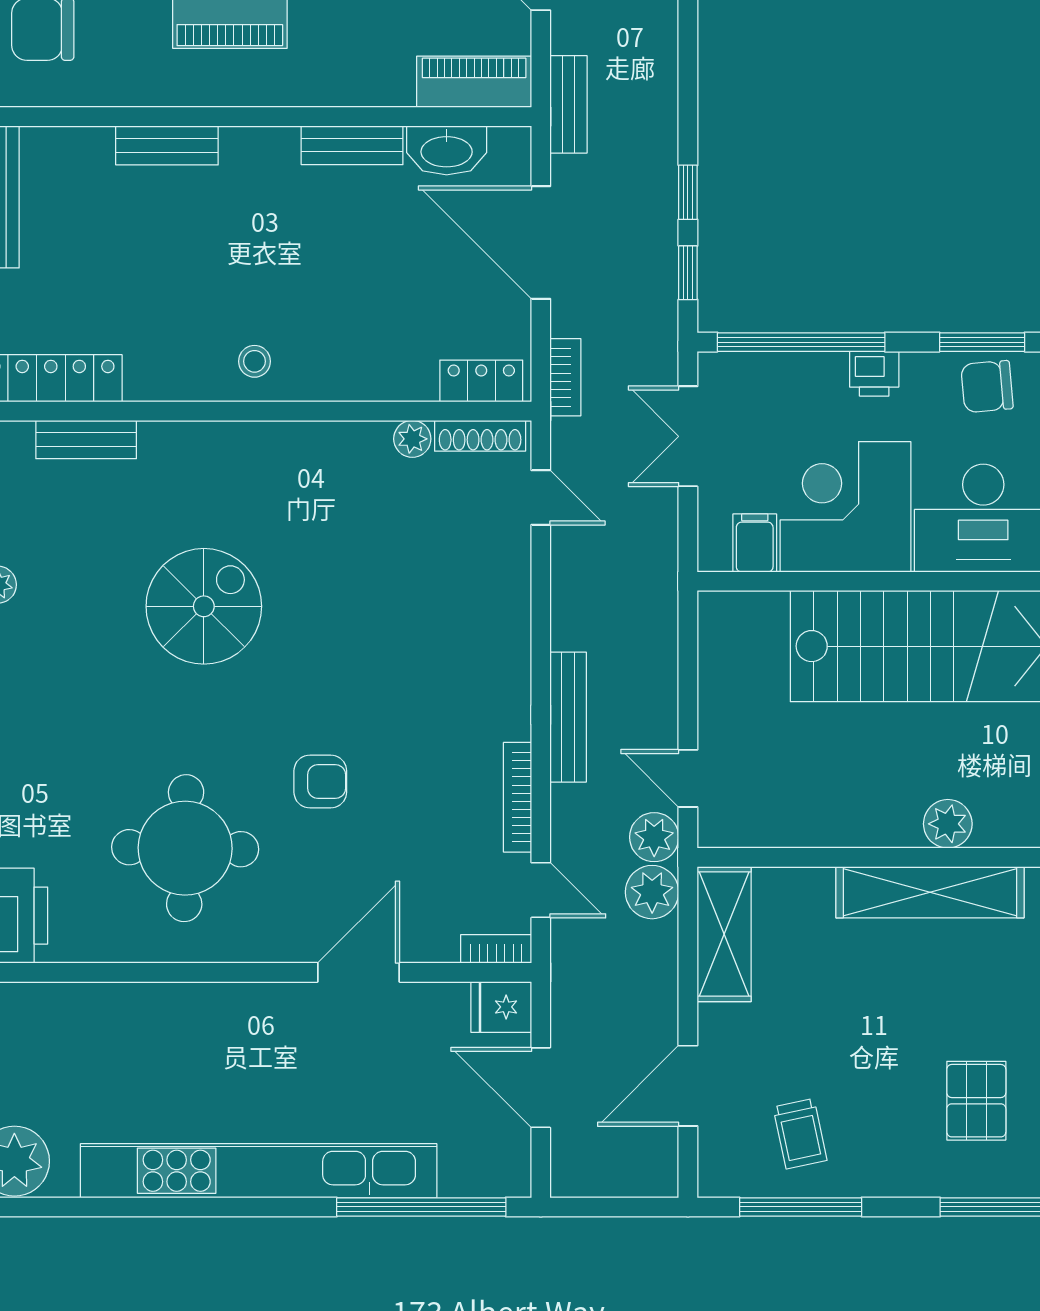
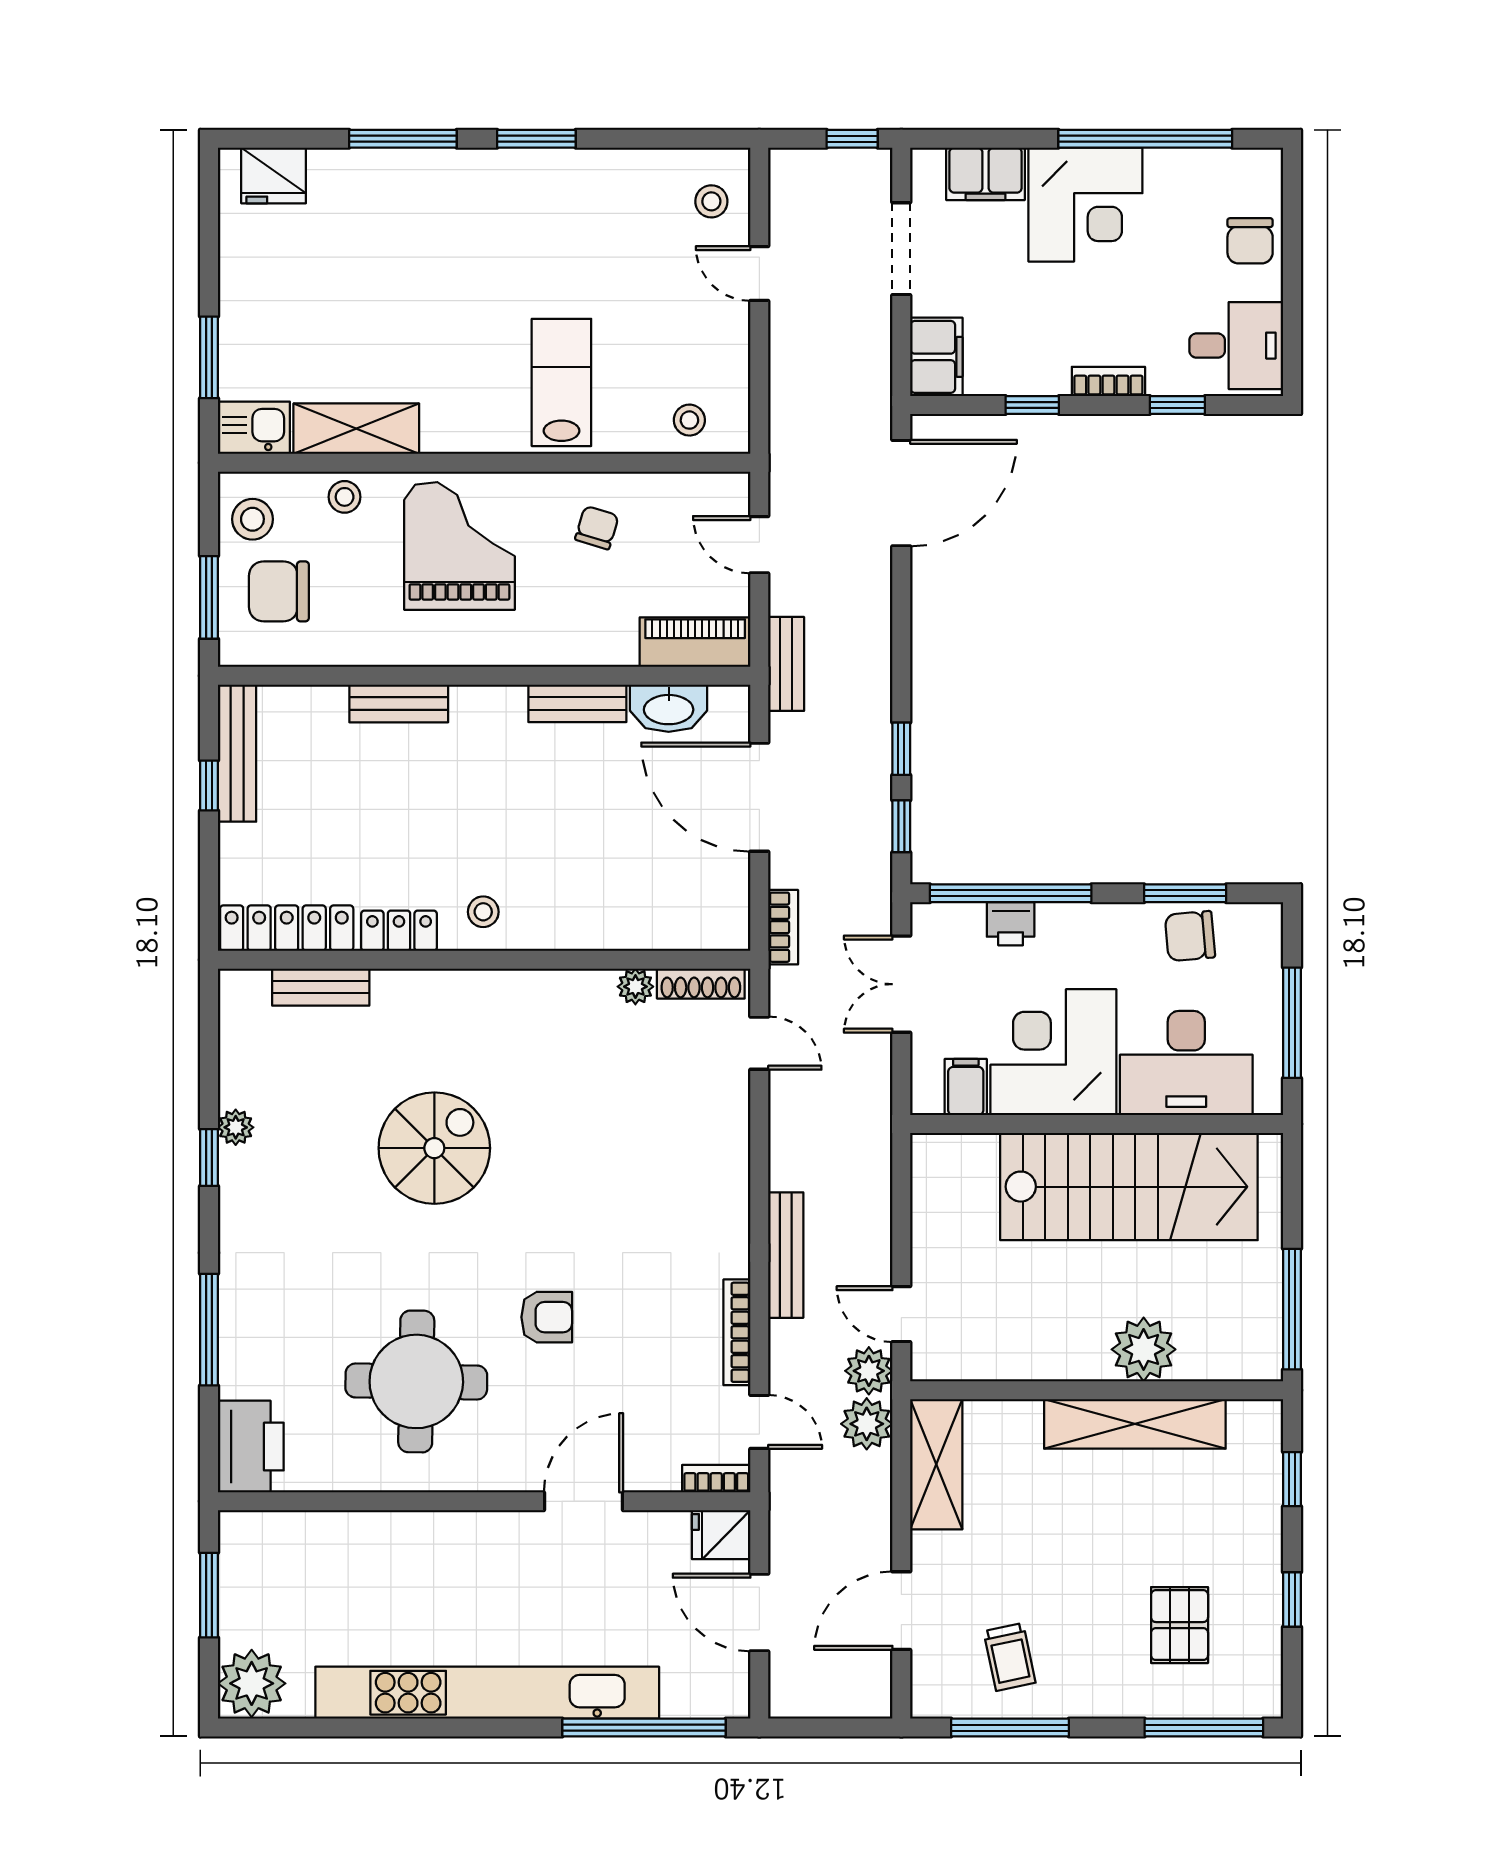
printer: (874, 374) -> (1011, 924), moved
locker: (481, 381) -> (399, 931), moved
plant: (948, 824) -> (1144, 1349), width x1.36, depth x1.36

